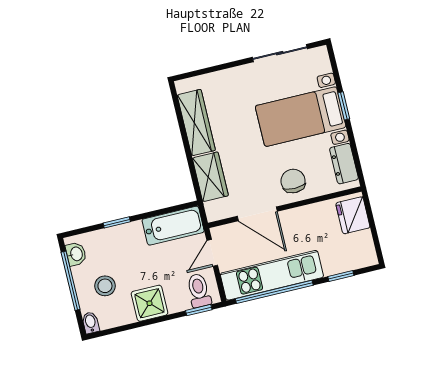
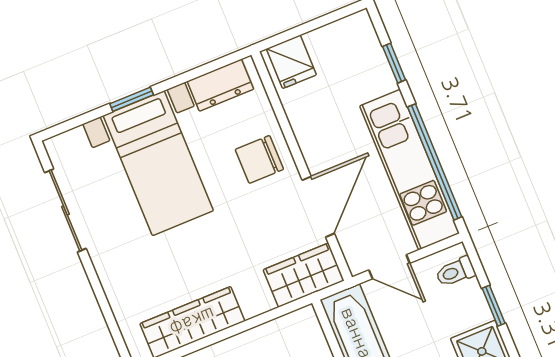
wardrobe: (210, 177) -> (304, 275), moved
fridge: (353, 215) -> (291, 62), width x0.72
toilet: (199, 290) -> (455, 272), width x0.73, depth x0.72
window: (199, 310) -> (494, 306), moved

